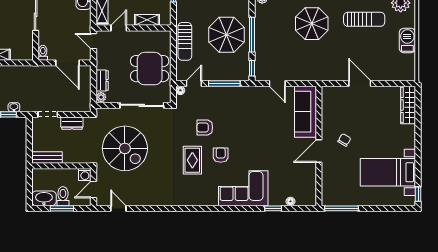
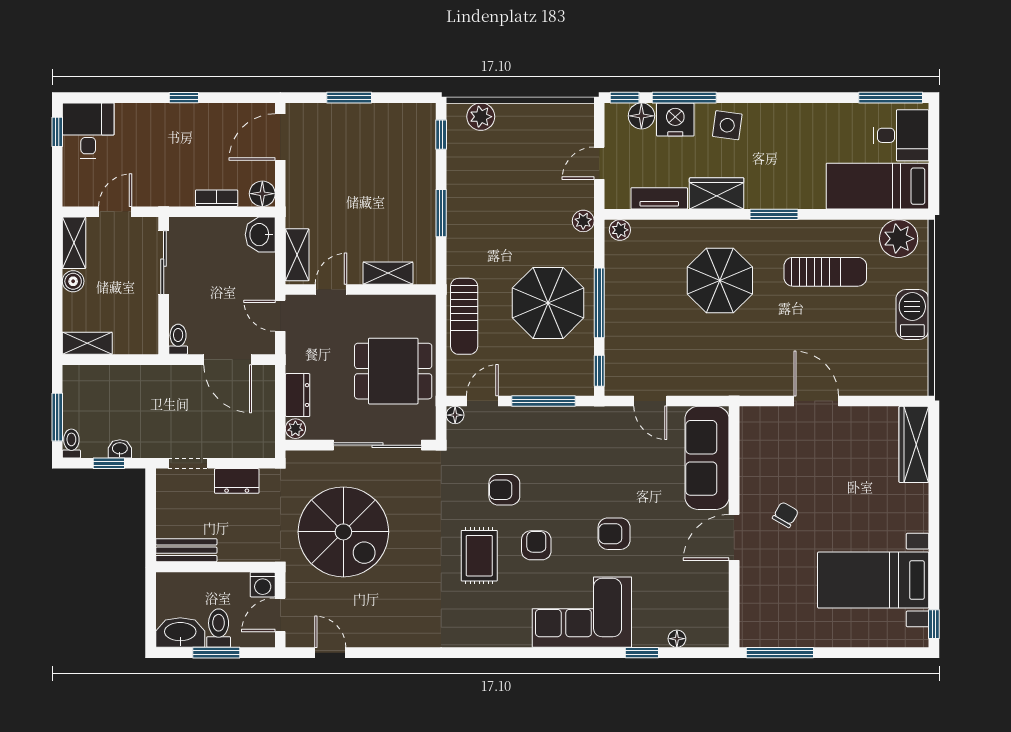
armchair: (259, 149) -> (614, 534), added

